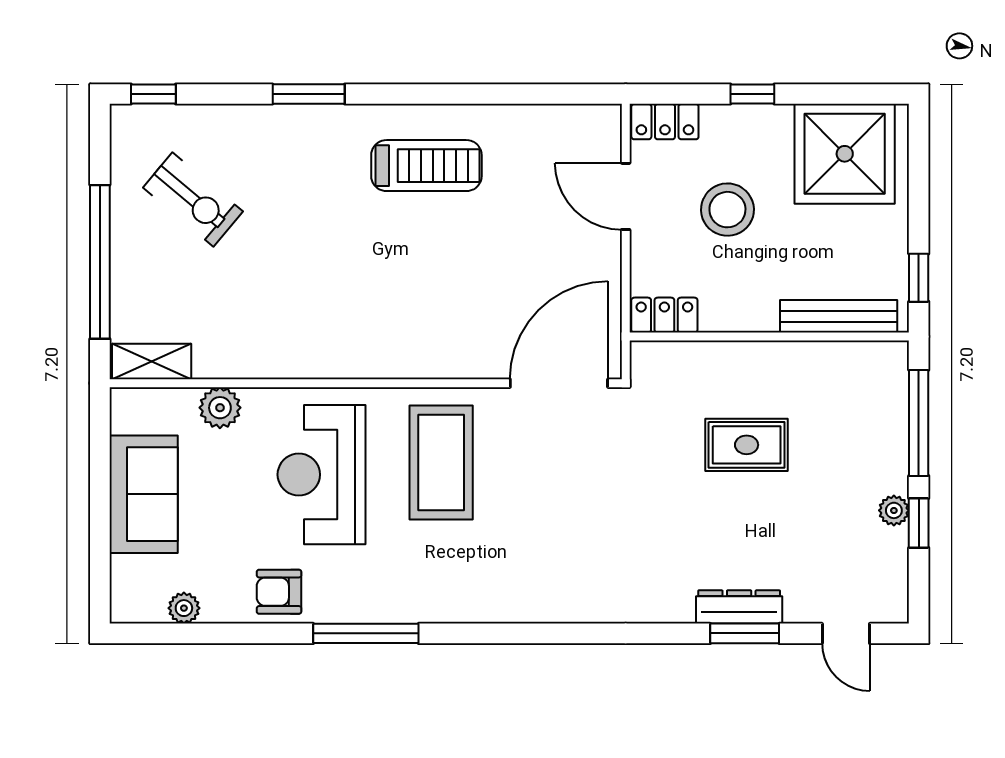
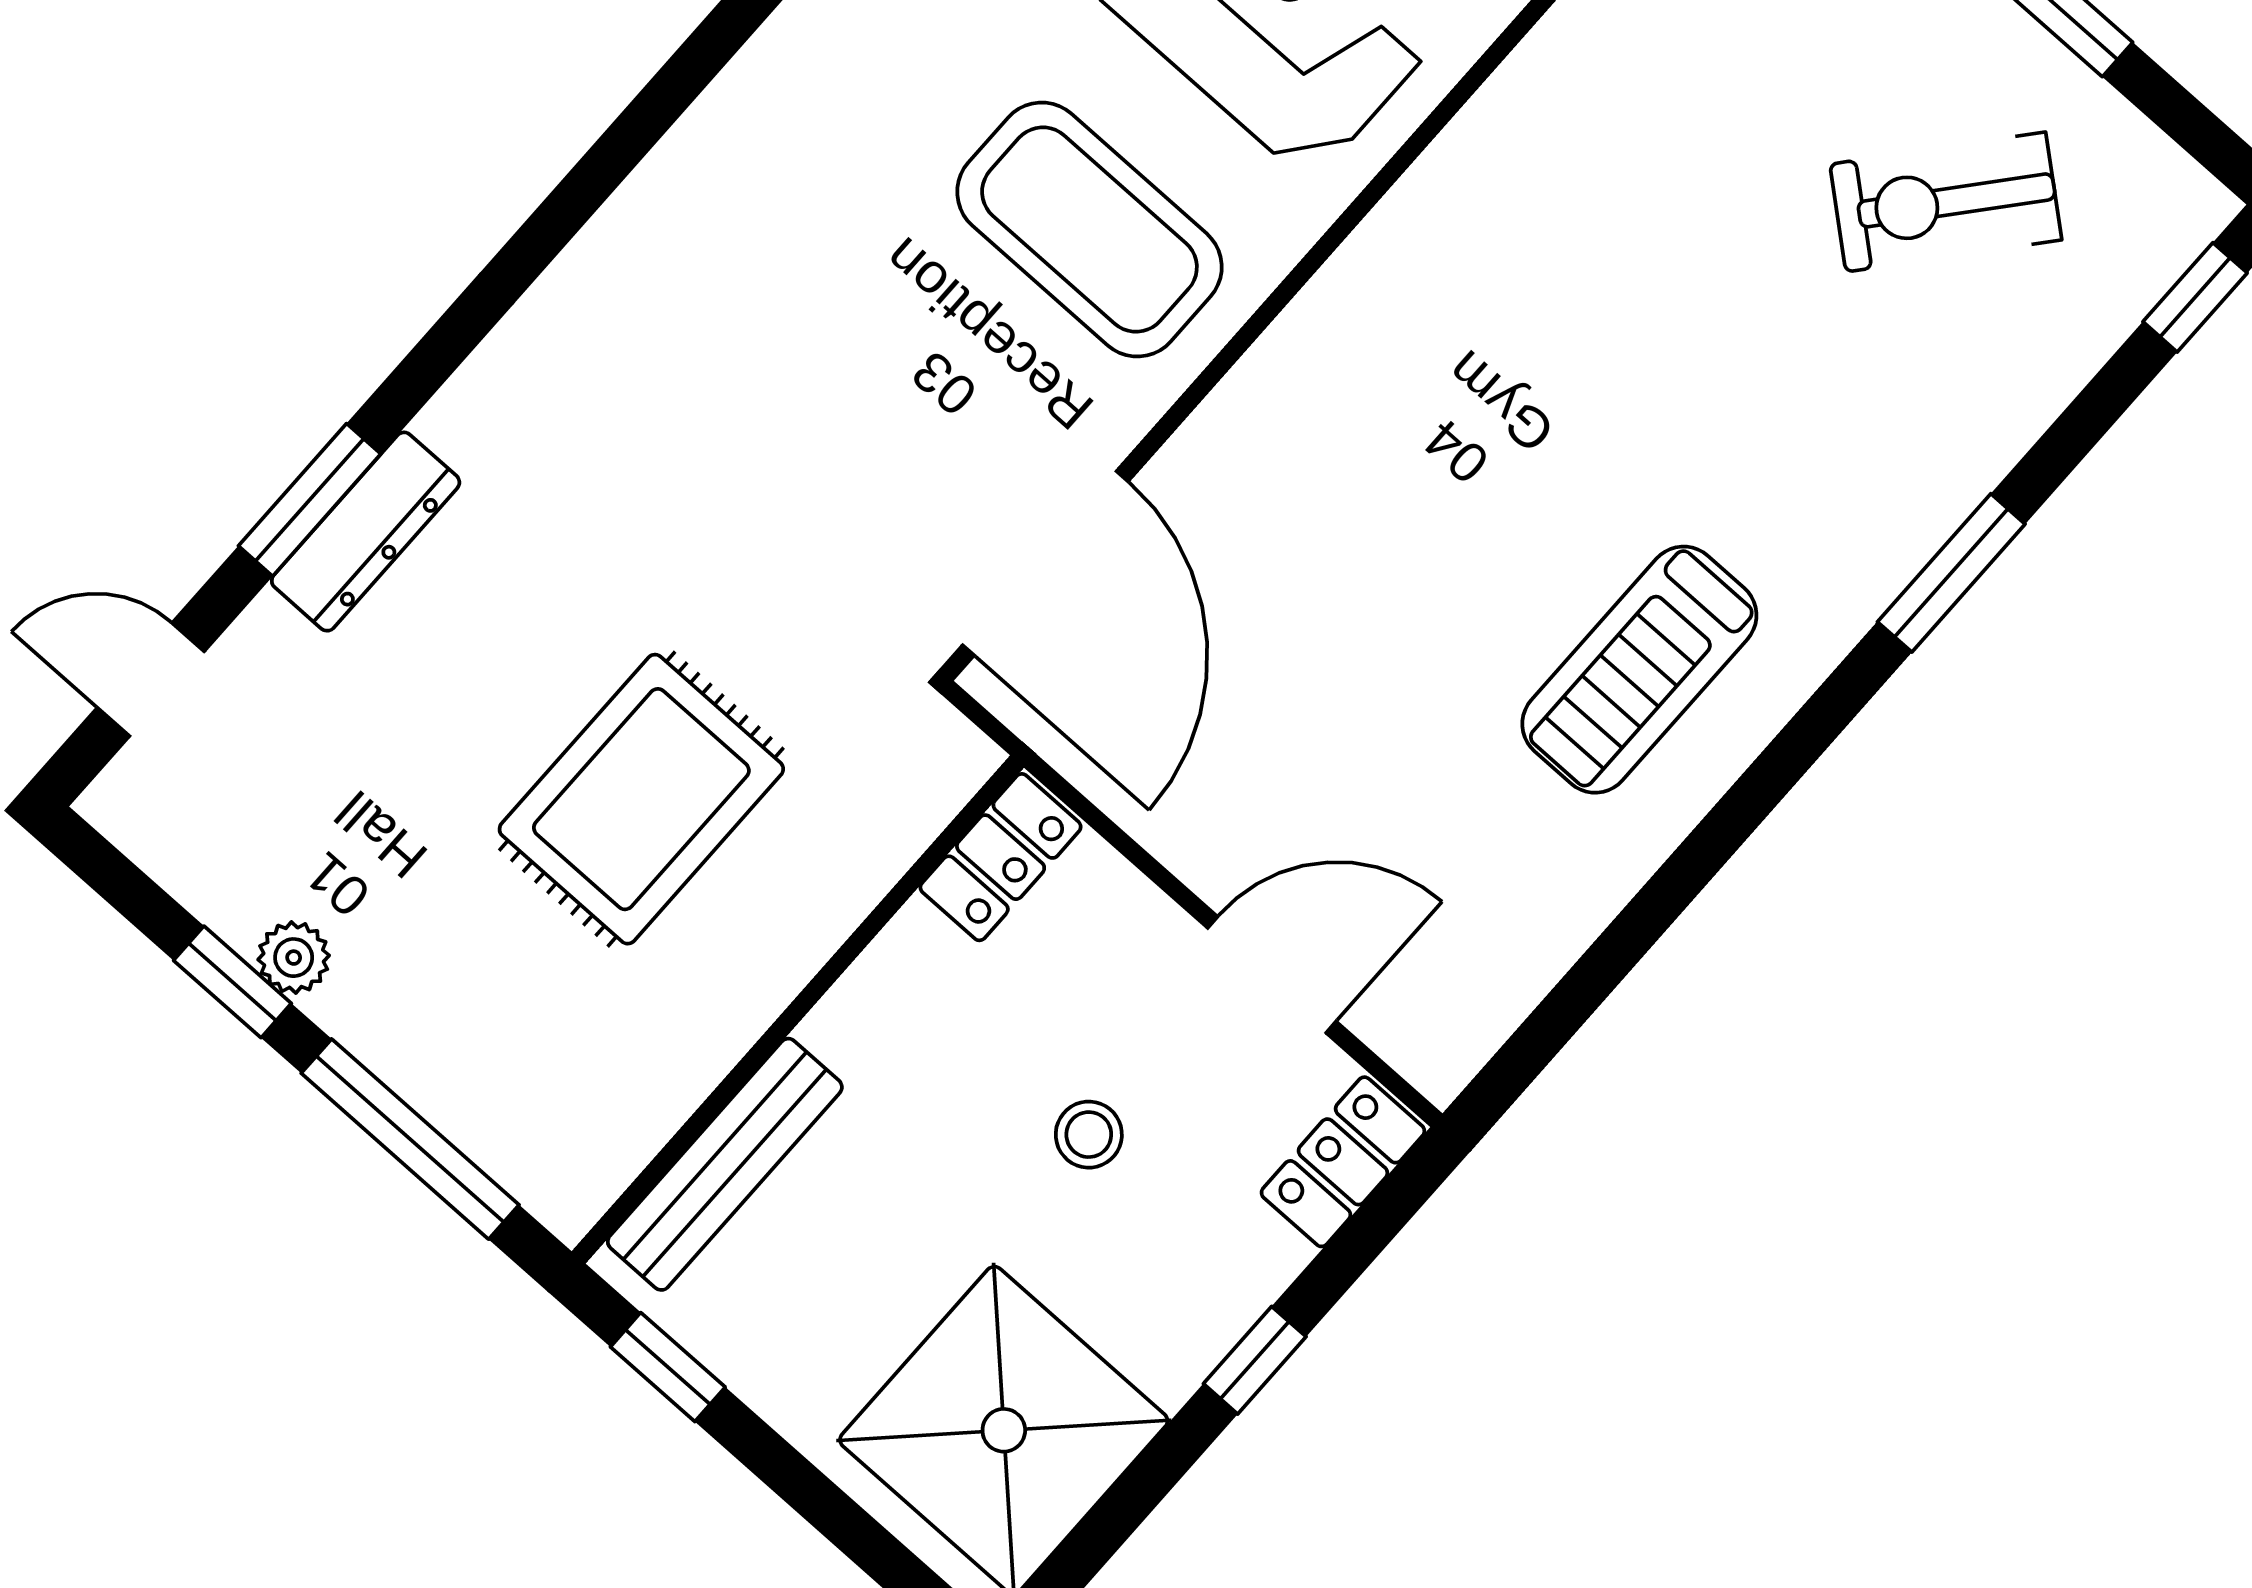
stool: (727, 210) -> (1089, 1135), width x0.53, depth x0.53
rug: (747, 445) -> (641, 799), width x1.36, depth x1.43

